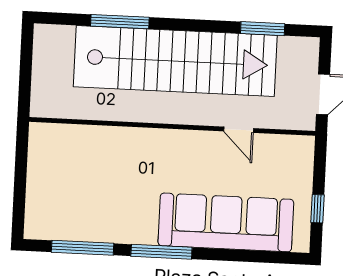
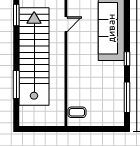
coffee table: (57, 144) -> (77, 112), added
window: (161, 252) -> (127, 59), width x0.46

